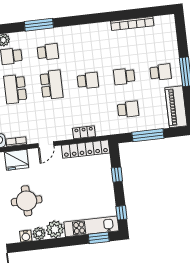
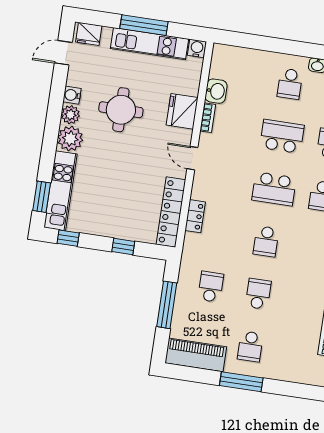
school desk: (128, 109) -> (211, 287), turned 180

